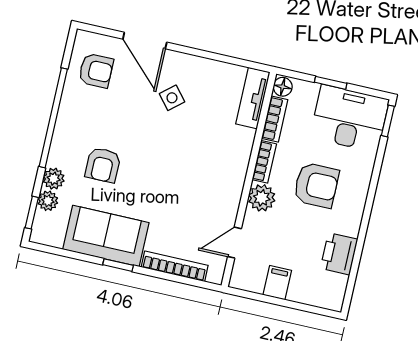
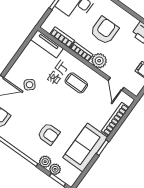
floor lamp: (283, 87) -> (48, 26), removed
coffee table: (208, 175) -> (76, 83), added

